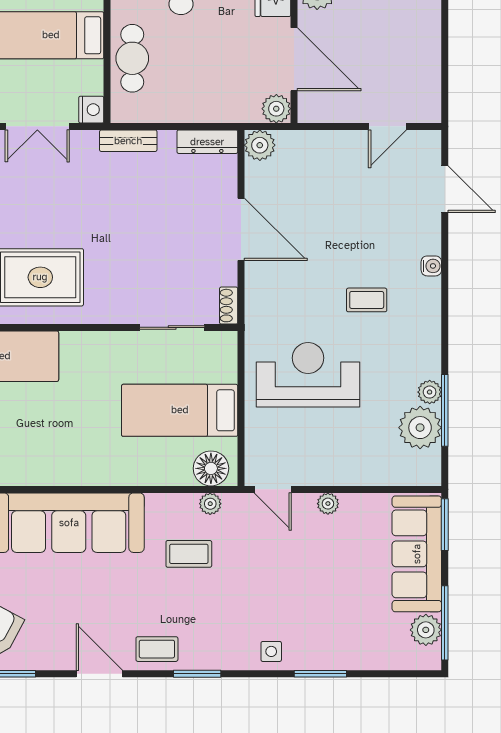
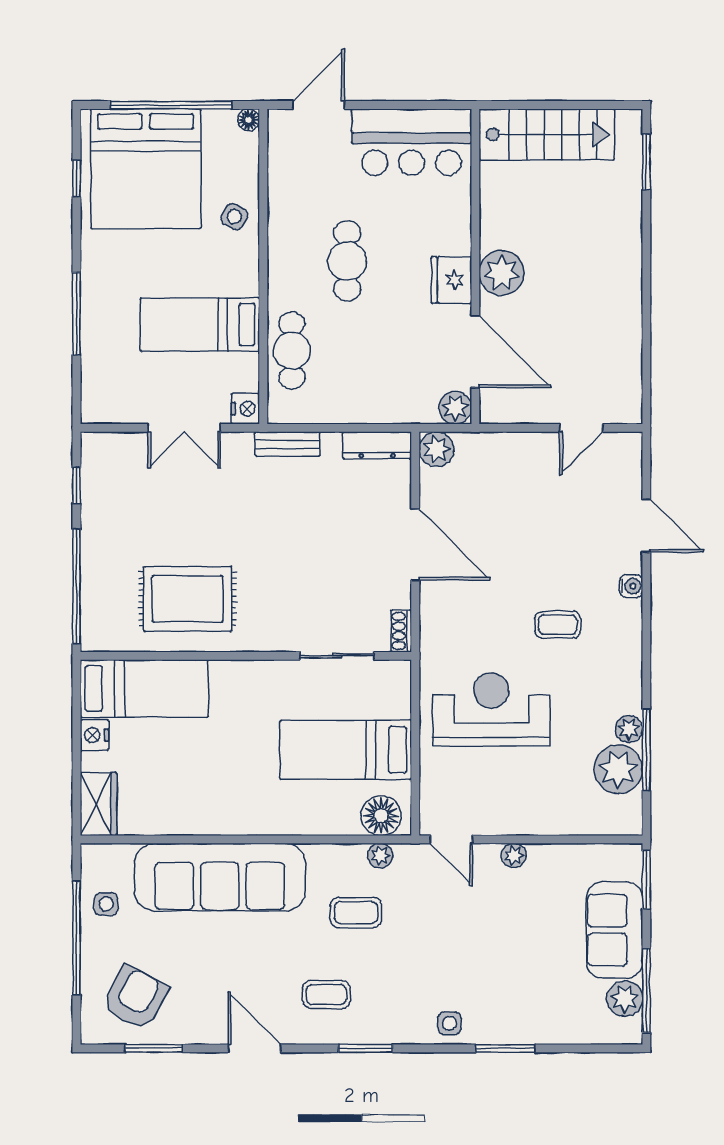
door: (445, 189) -> (646, 526), moved
sofa: (417, 554) -> (615, 930), width x0.73
coffee table: (157, 649) -> (326, 995), moved

